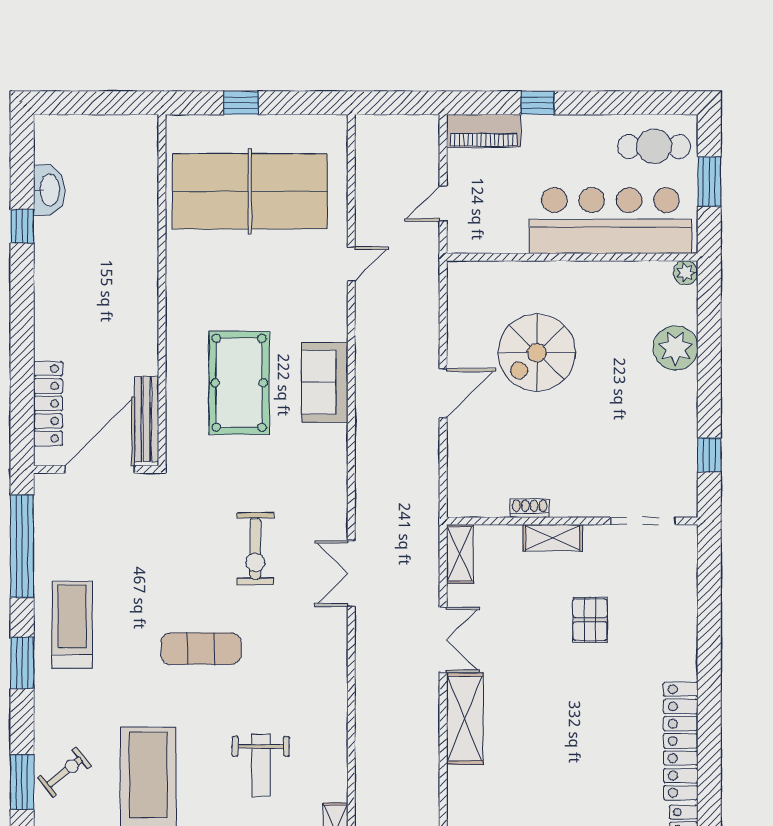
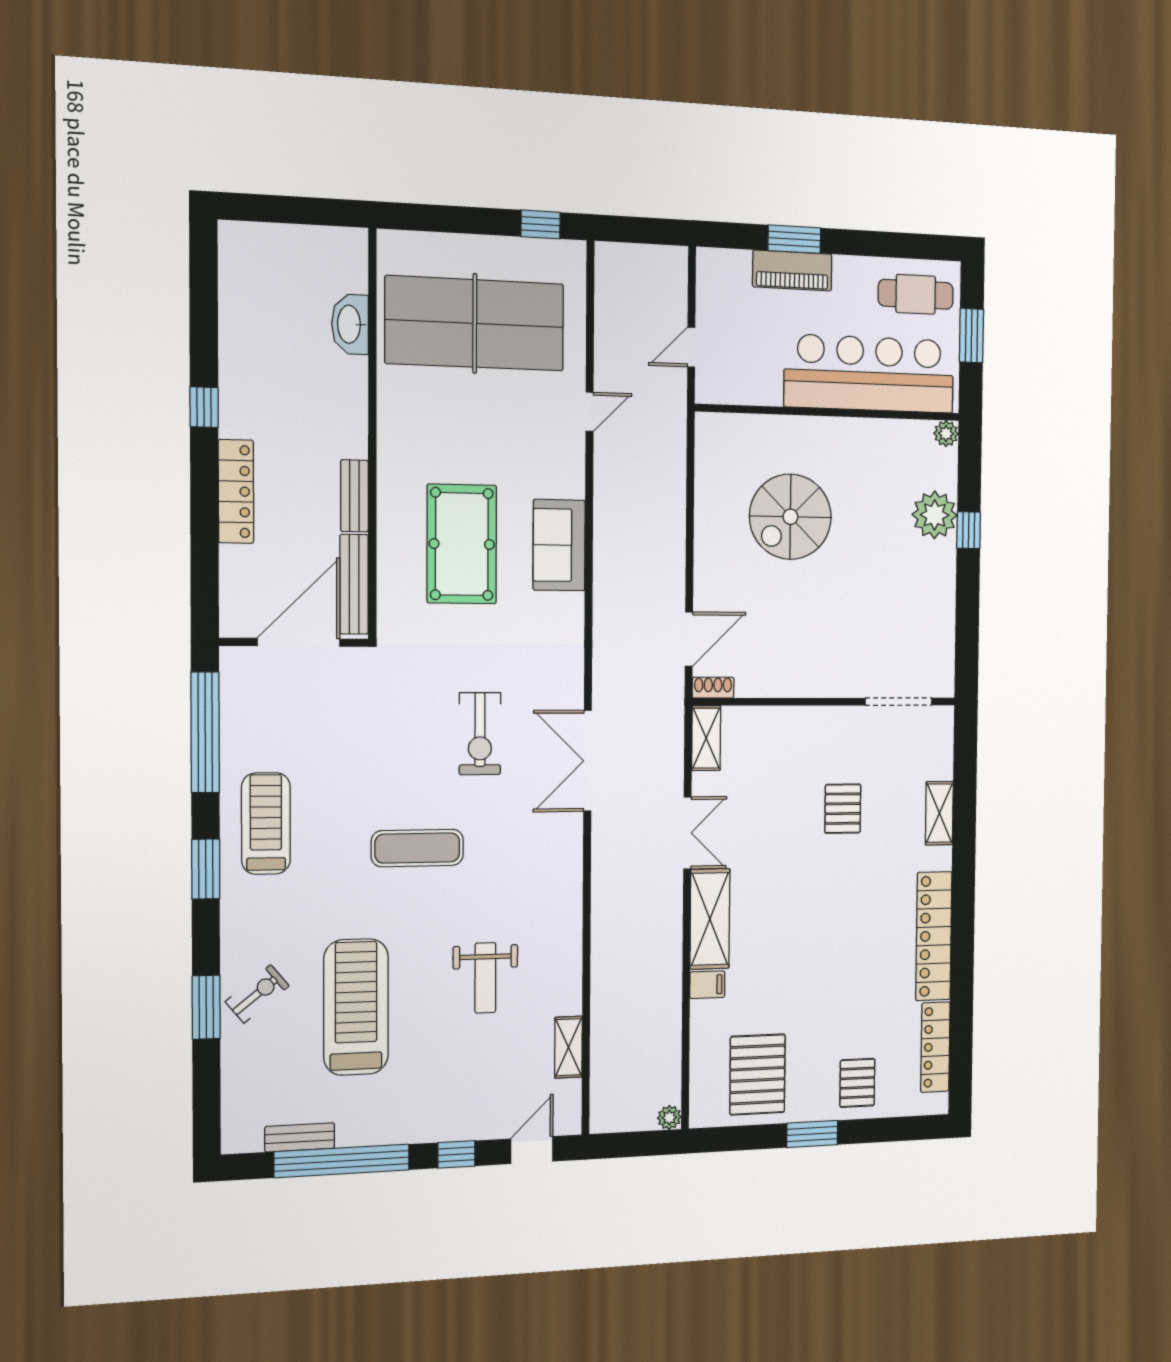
window: (241, 103) -> (541, 224), moved
window: (538, 103) -> (794, 239), width x1.50
piano: (484, 131) -> (792, 270), moved
washbasin: (49, 190) -> (350, 324), moved, turned 180
window: (22, 226) -> (204, 407), moved
bench: (147, 343) -> (354, 496), added
door: (443, 393) -> (689, 639), moved
locker: (48, 404) -> (236, 491), moved
window: (709, 455) -> (969, 530), moved
shoe rack: (530, 508) -> (713, 688), moved
shelving: (553, 538) -> (939, 813), moved, turned 90
double door: (351, 573) -> (588, 761), width x1.37
filing cabinet: (463, 779) -> (707, 985), added

